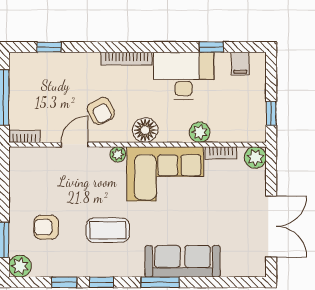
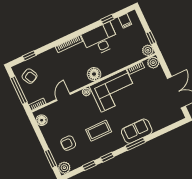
armchair: (101, 111) -> (30, 76), moved
plant: (200, 132) -> (148, 50), moved
floor lamp: (19, 167) -> (42, 120), added
sofa: (182, 261) -> (137, 131), width x0.73

